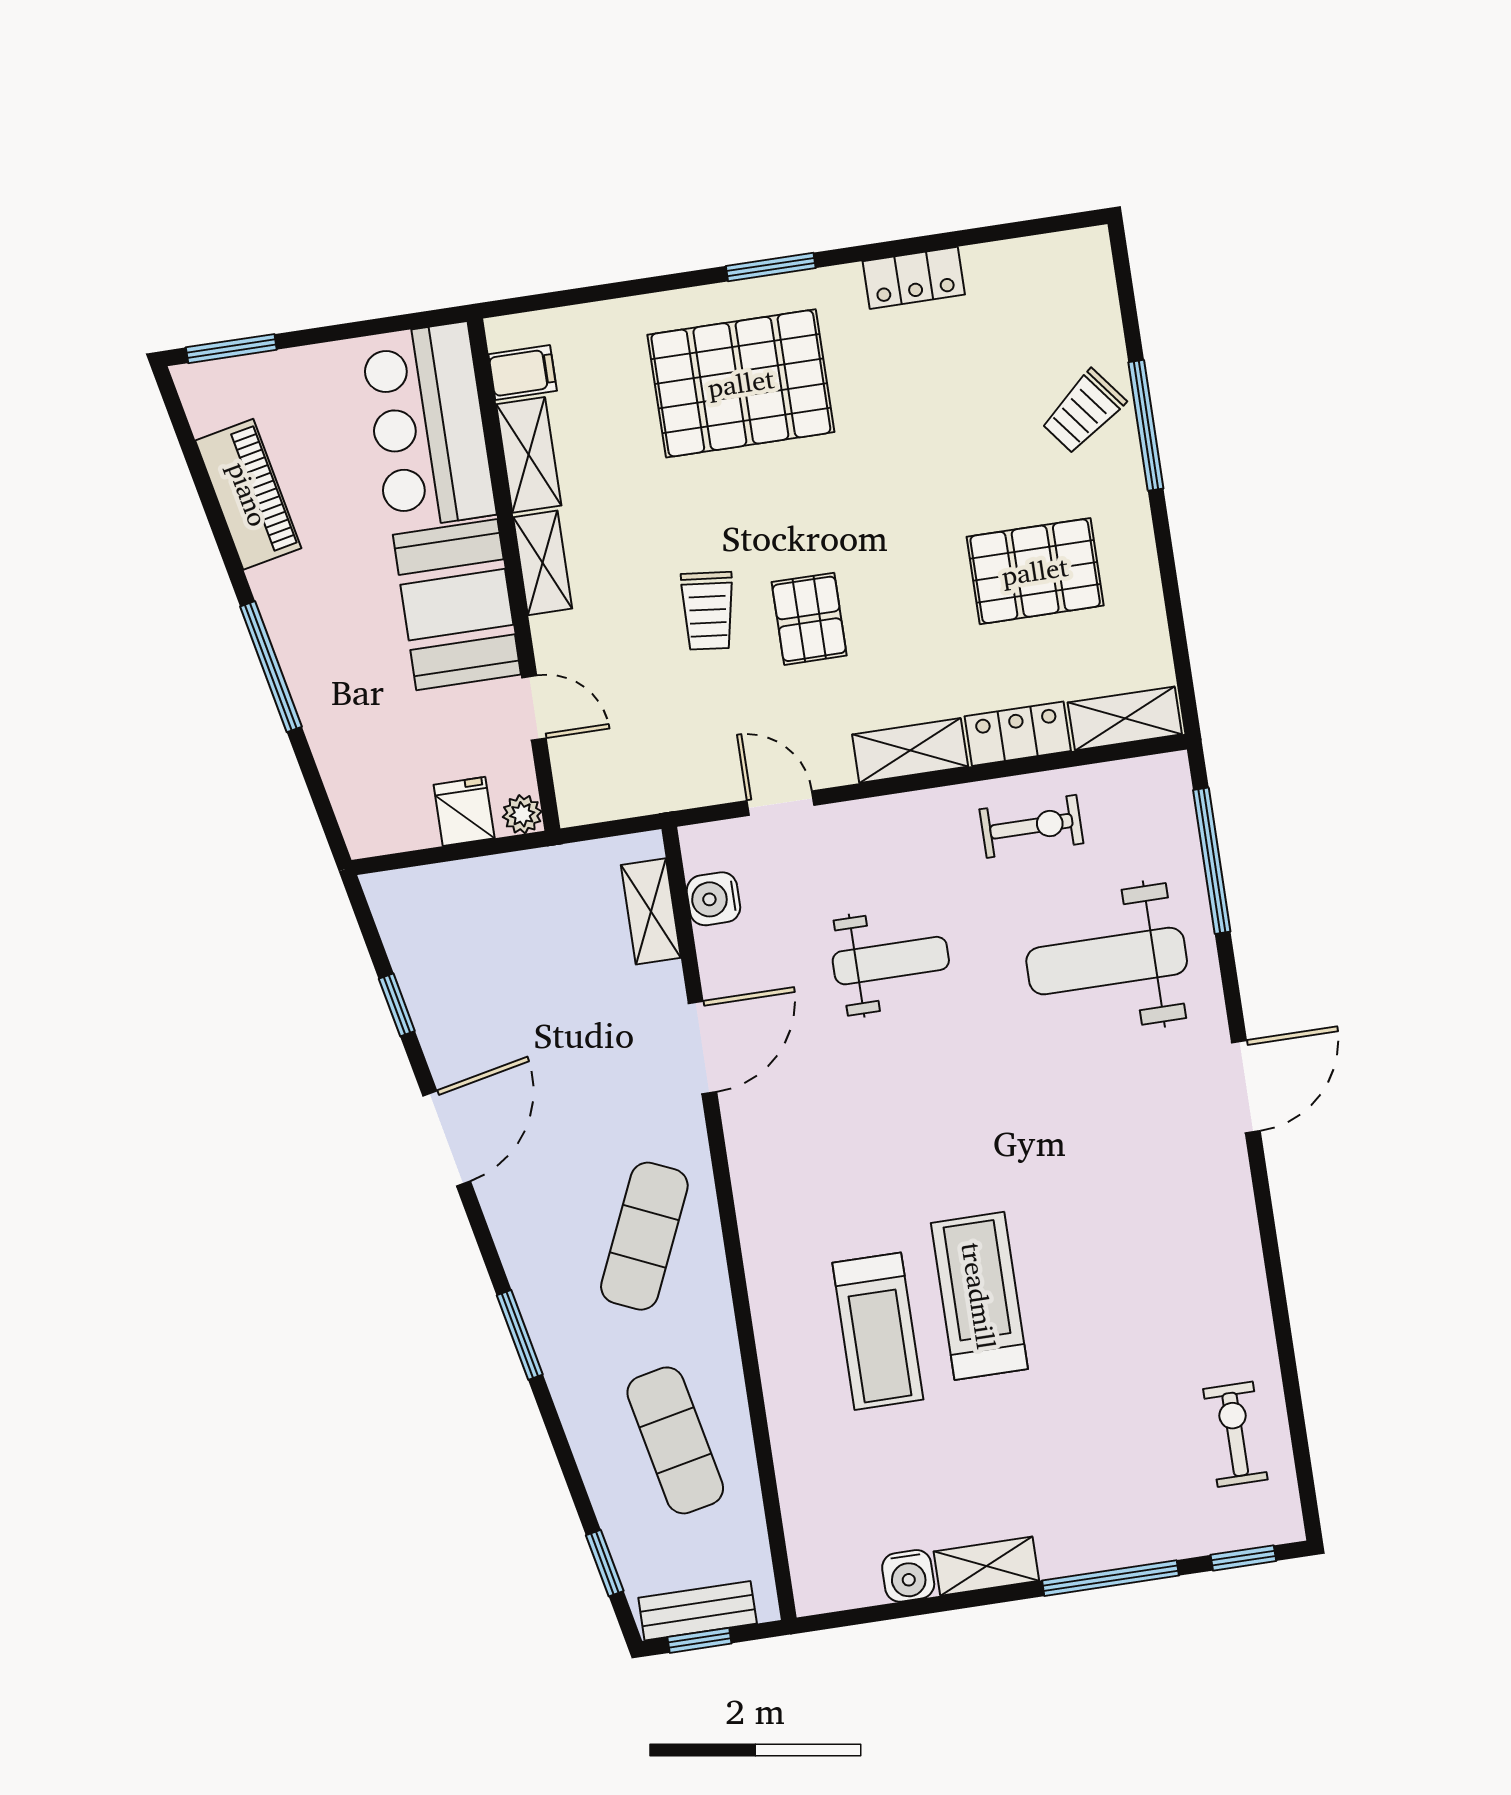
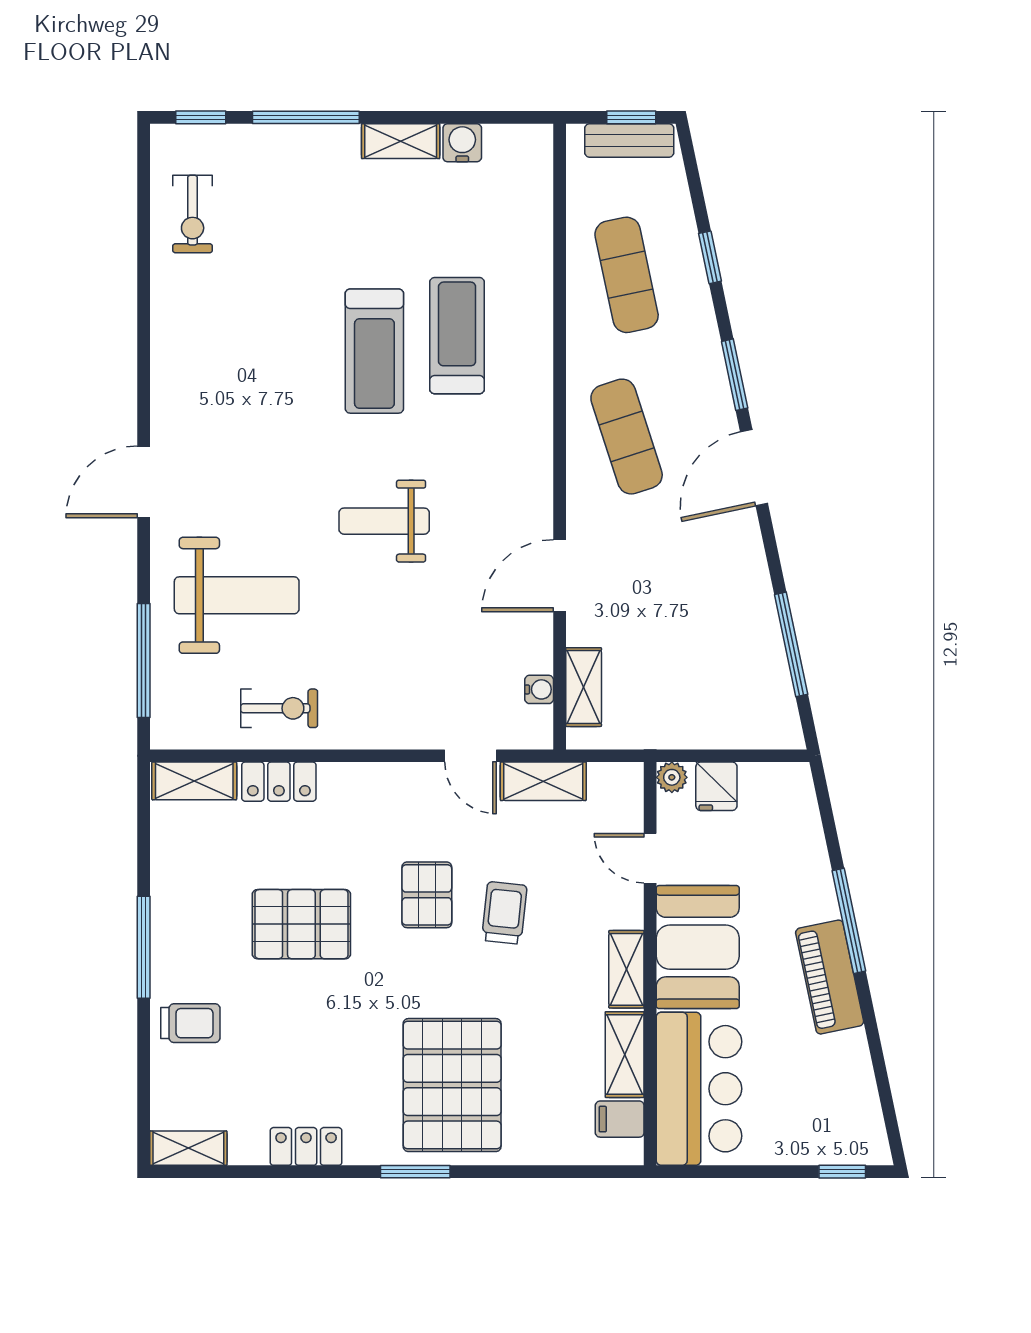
shelving: (1062, 253) -> (188, 1148), added
window: (231, 349) -> (842, 1172), width x0.67
pallet: (741, 383) -> (452, 1085), turned 90
trolley: (1083, 412) -> (190, 1023), turned 38
window: (1146, 425) -> (144, 947), moved
piano: (248, 494) -> (830, 977), moved
pallet: (1035, 571) -> (301, 924), moved
shelving: (910, 750) -> (543, 781), moved
exercise bike: (1031, 826) -> (279, 708), turned 180
water cooler: (713, 899) -> (539, 689), width x0.72, depth x0.72
weight bench: (891, 961) -> (384, 521), moved
window: (397, 1005) -> (791, 644), width x2.17
door: (447, 1138) -> (754, 468), moved
exercise mat: (644, 1236) -> (627, 437), turned -42
window: (605, 1563) -> (710, 257), moved

